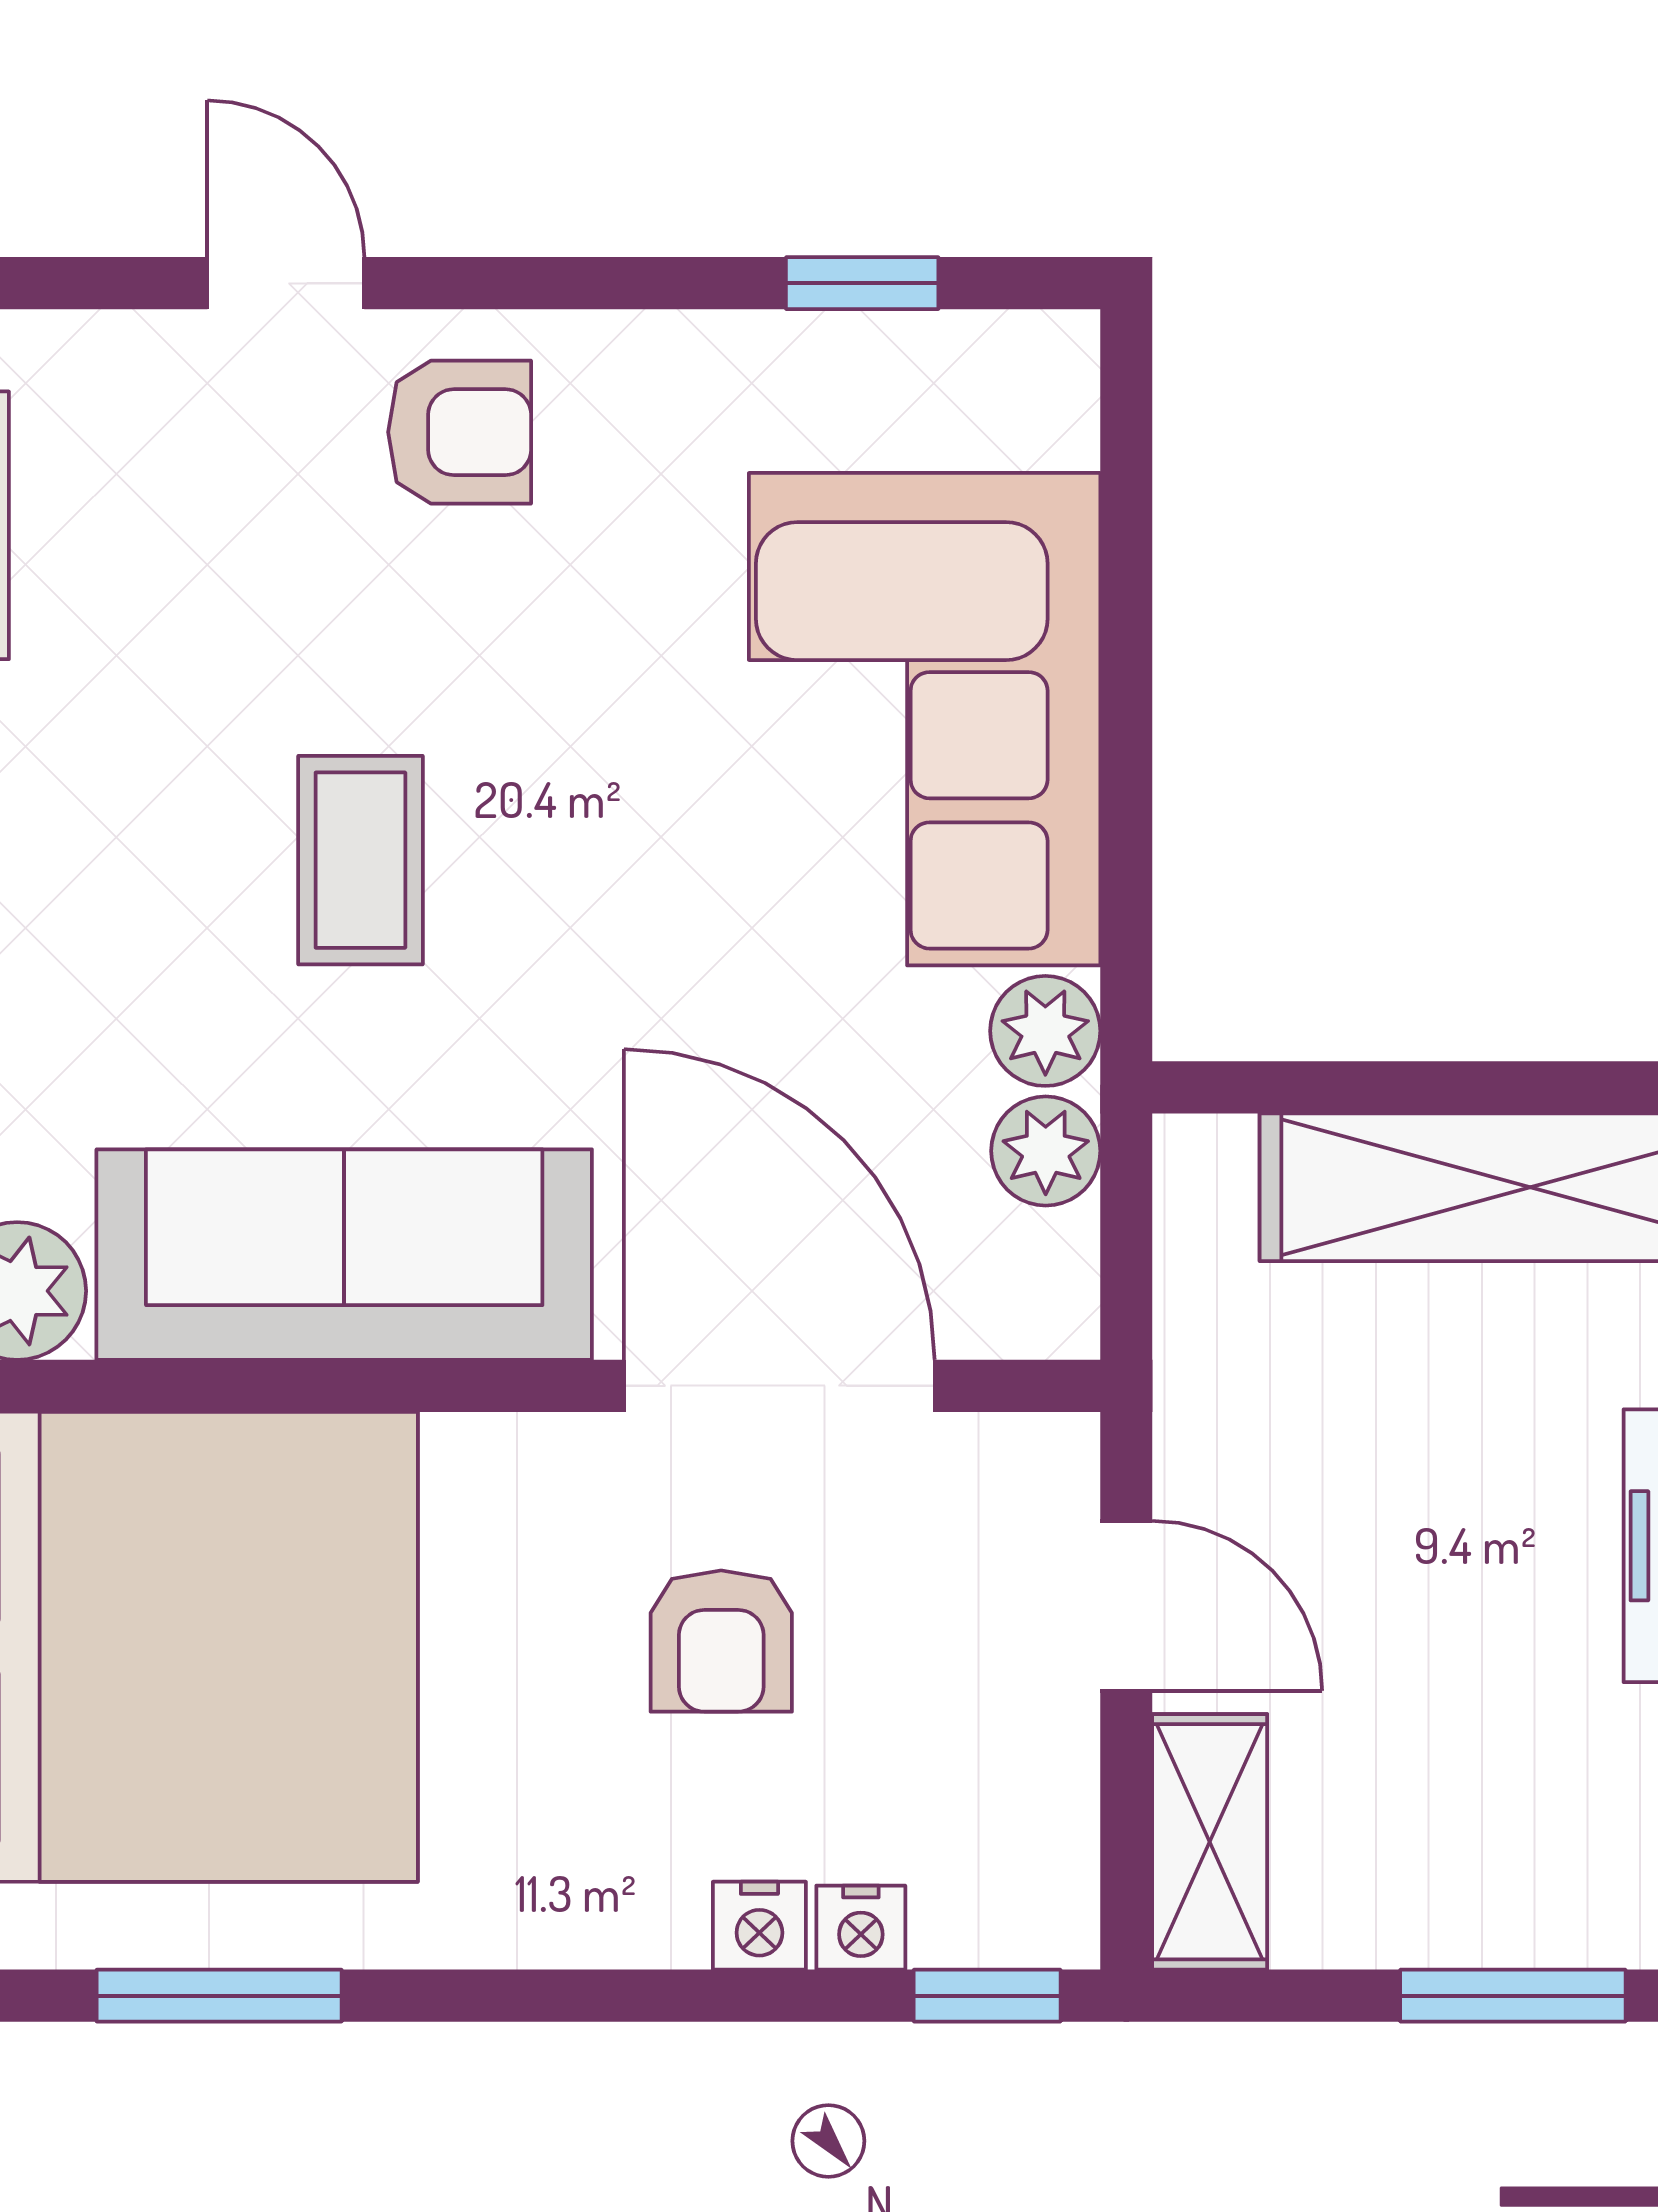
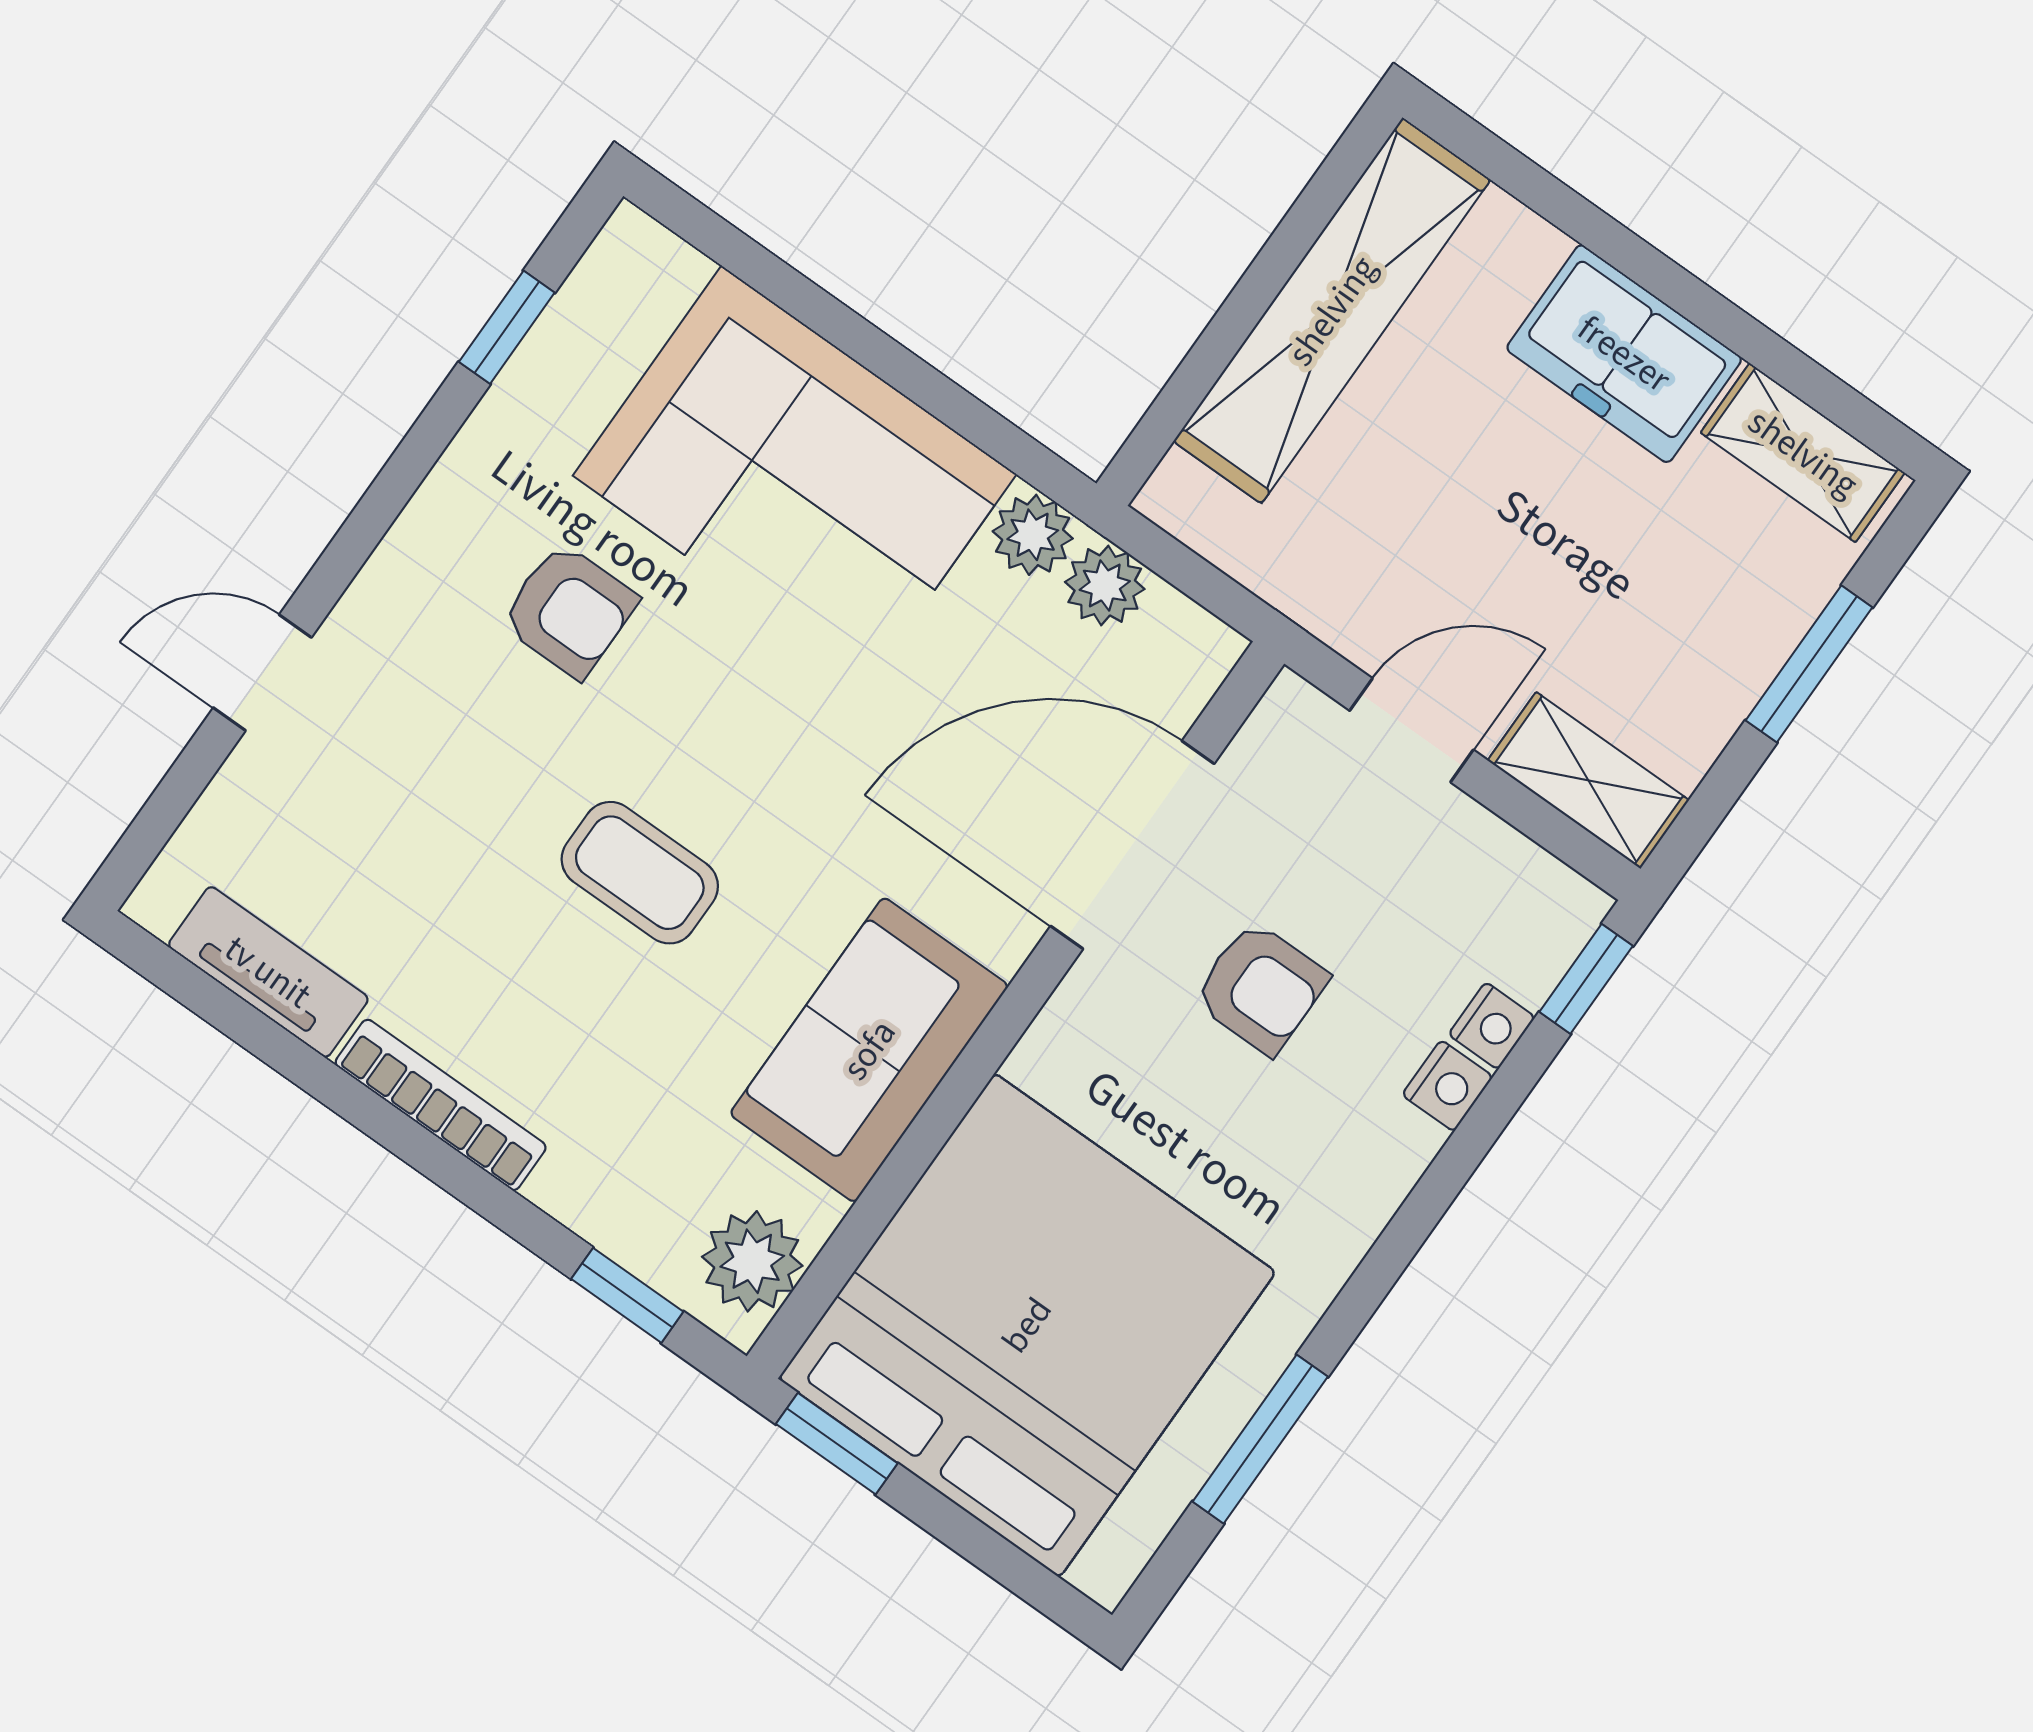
armchair: (460, 432) -> (569, 610), moved, turned 90
sofa: (344, 1255) -> (869, 1050), width x0.73

